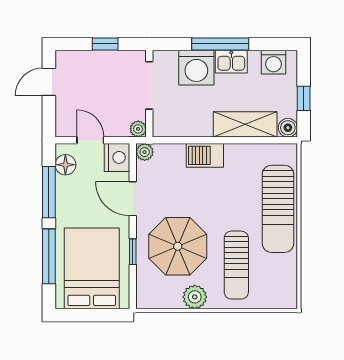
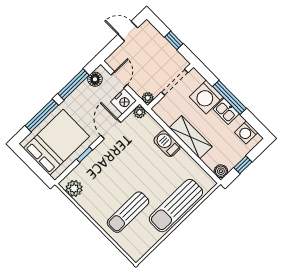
shelving: (245, 124) -> (191, 137), moved
parasol: (178, 246) -> (109, 174), removed
plant: (195, 297) -> (74, 188), moved

